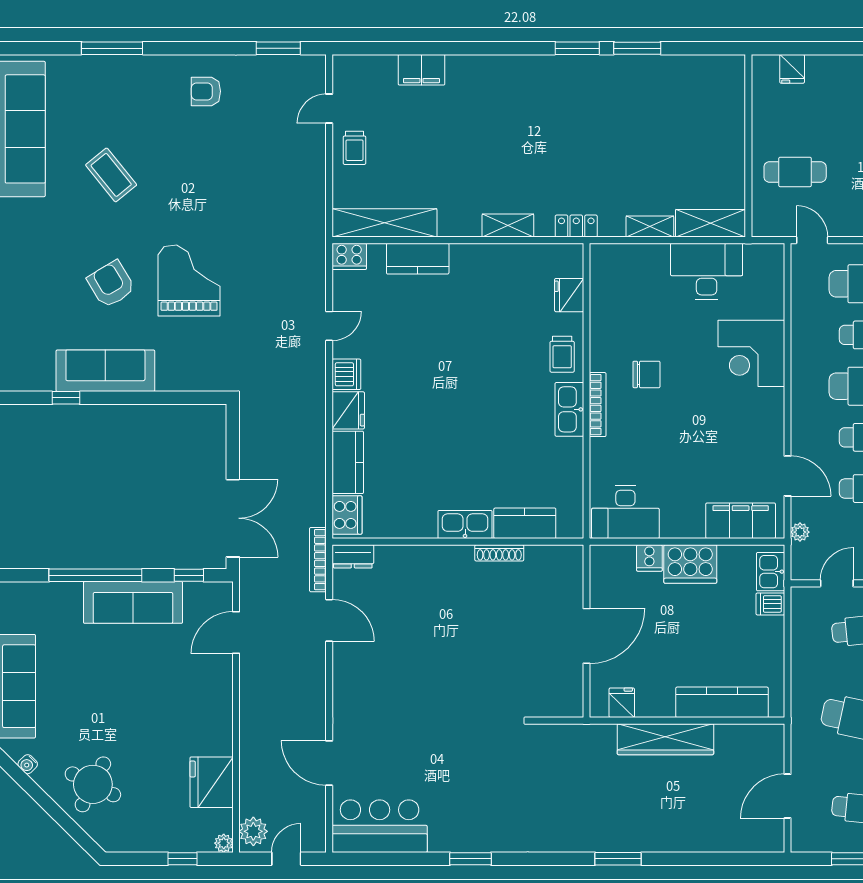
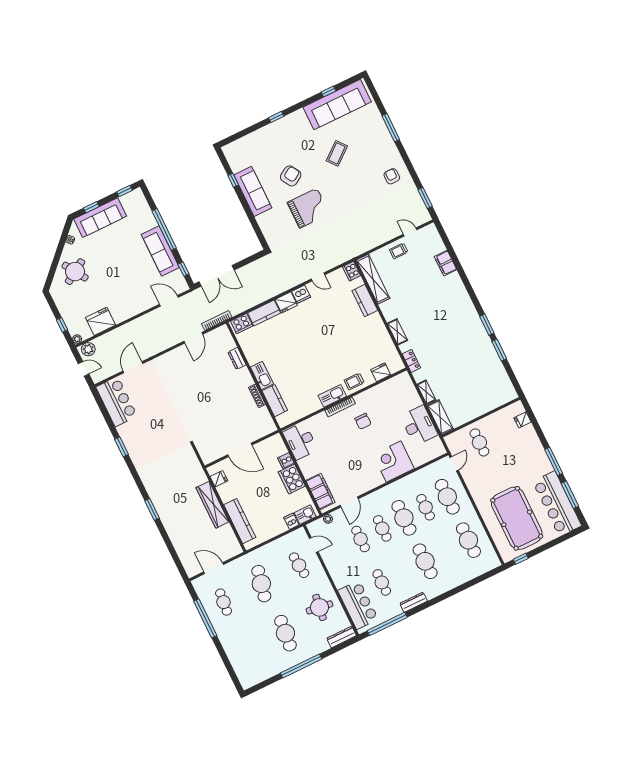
dresser: (353, 556) -> (237, 358), moved
round table: (93, 784) -> (75, 272), turned 31

